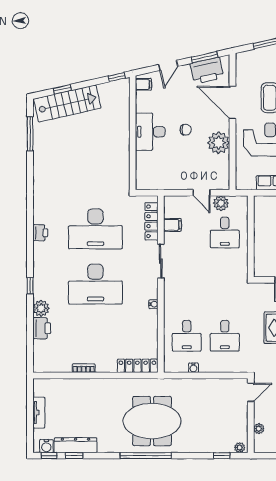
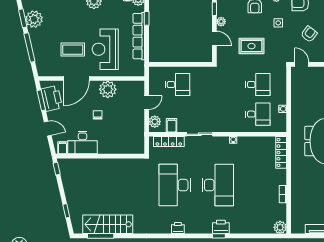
stairs: (67, 103) -> (108, 224), moved, turned -77
desk: (150, 132) -> (83, 142), moved
plant: (221, 203) -> (155, 122), moved
desk: (95, 229) -> (175, 185), turned 180
plant: (41, 308) -> (280, 227), moved
printer: (42, 328) -> (221, 227), moved

